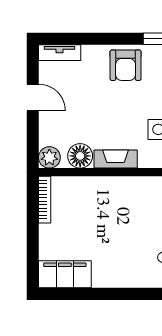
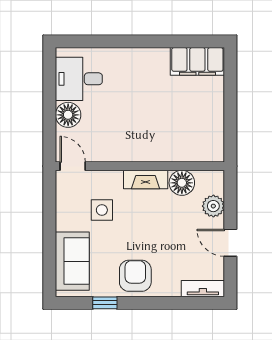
plant: (49, 157) -> (213, 206), moved
bookcase: (45, 200) -> (218, 138), removed

